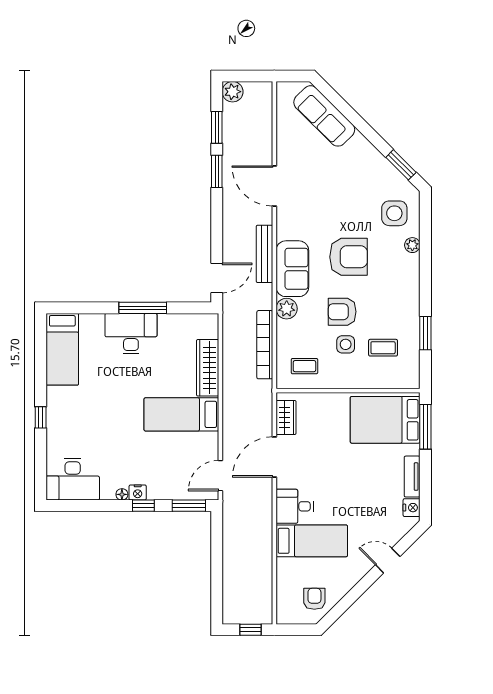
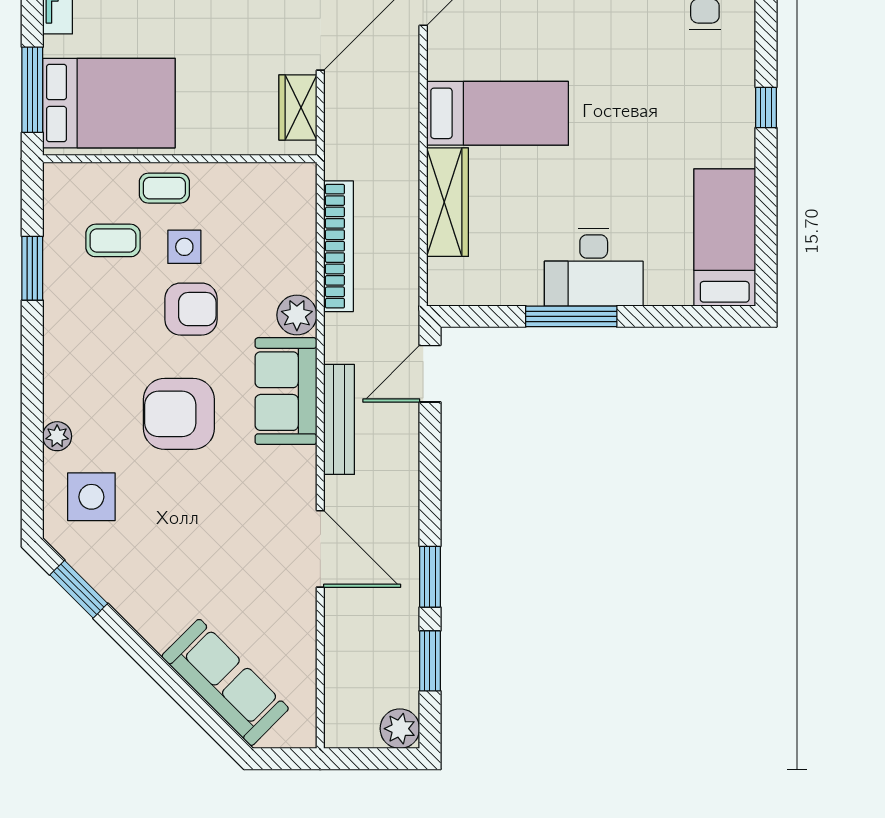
coffee table: (304, 366) -> (164, 188), moved

